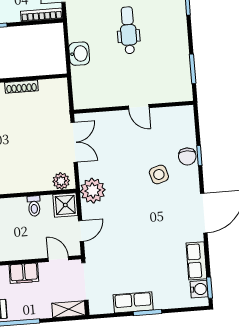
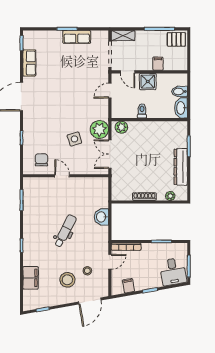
dental chair: (128, 30) -> (65, 231), turned -153
chair: (187, 156) -> (41, 160), moved
side table: (159, 174) -> (74, 139), moved
plant: (93, 191) -> (99, 129), moved
shower: (65, 205) -> (148, 82), moved
filing cabinet: (24, 273) -> (158, 64), width x0.50
water cooler: (199, 289) -> (29, 43), removed

